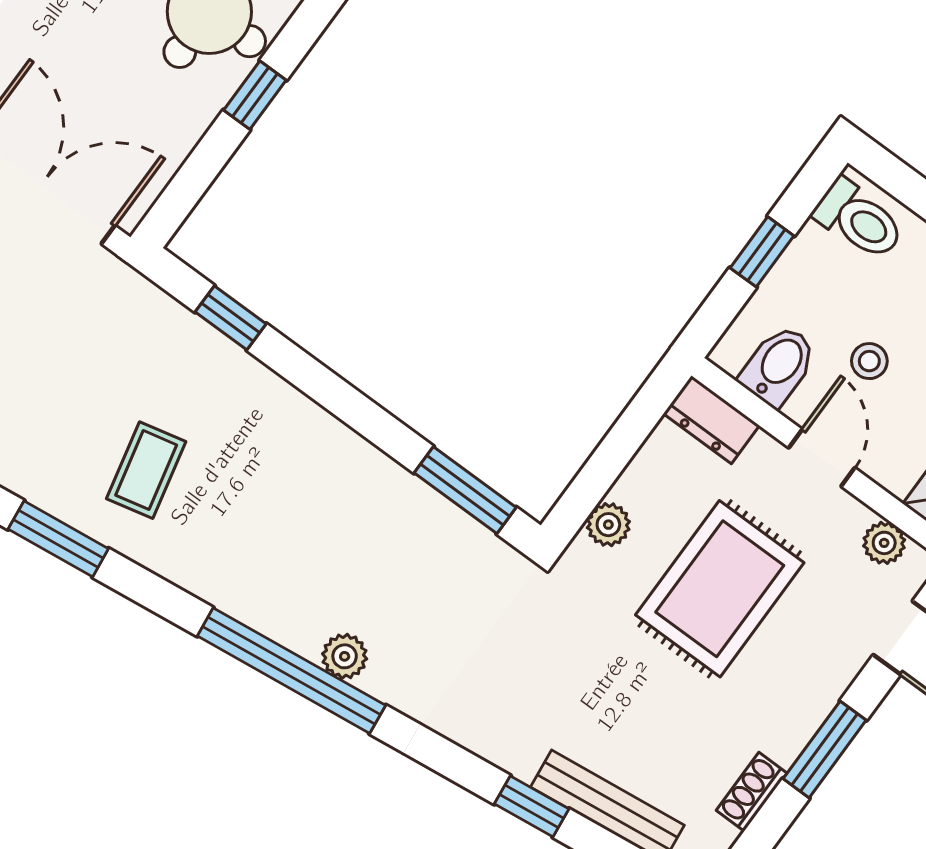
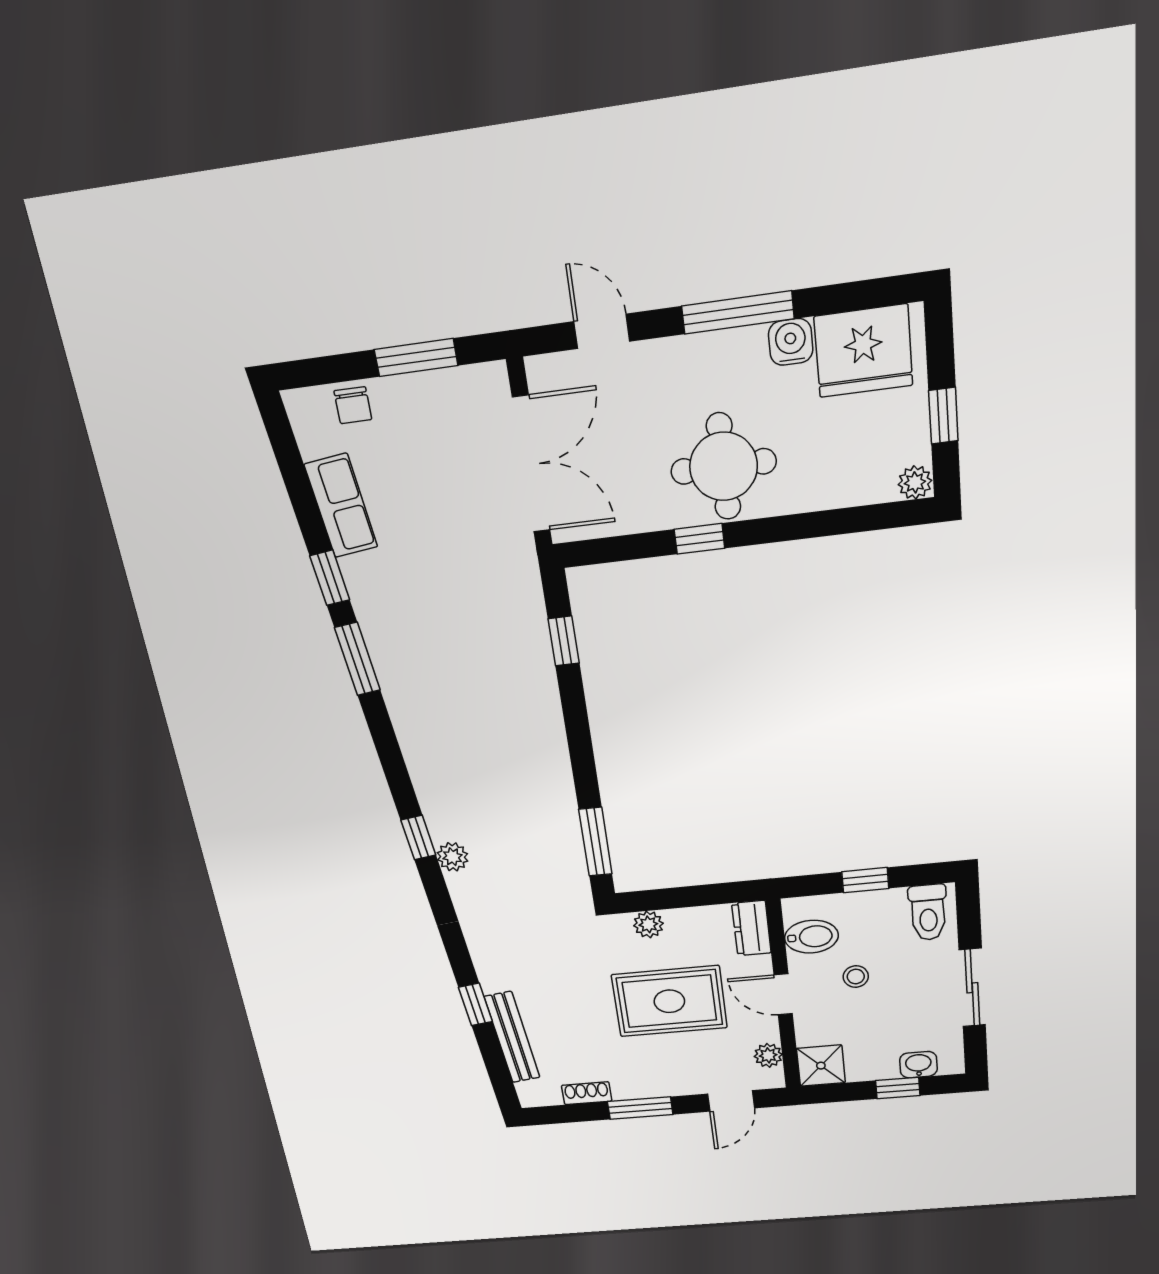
door: (822, 458) -> (783, 994), swing flipped
coffee table: (146, 470) -> (439, 671), removed
window: (291, 671) -> (418, 838), width x0.32

